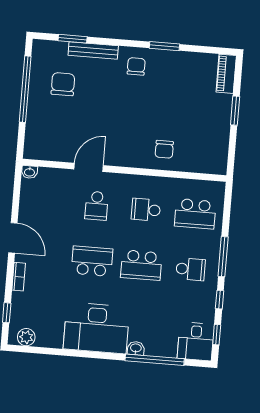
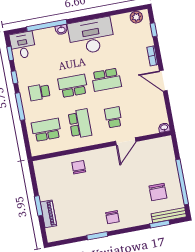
bench: (93, 51) -> (169, 215), moved
piano: (226, 74) -> (48, 214), moved
school desk: (146, 210) -> (80, 124), width x1.85

